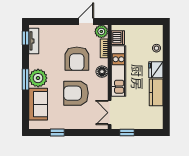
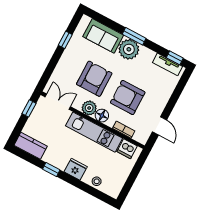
plant: (101, 31) -> (89, 108), moved
window: (166, 89) -> (51, 170), added
kitchen counter: (156, 92) -> (31, 146), moved

